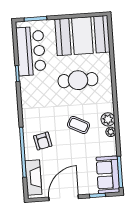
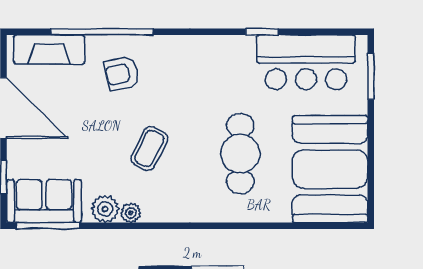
plant: (108, 119) -> (105, 209), moved

